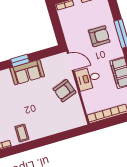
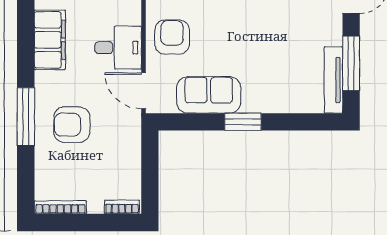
sofa: (27, 72) -> (209, 95), moved
armchair: (64, 91) -> (172, 37), turned -70

